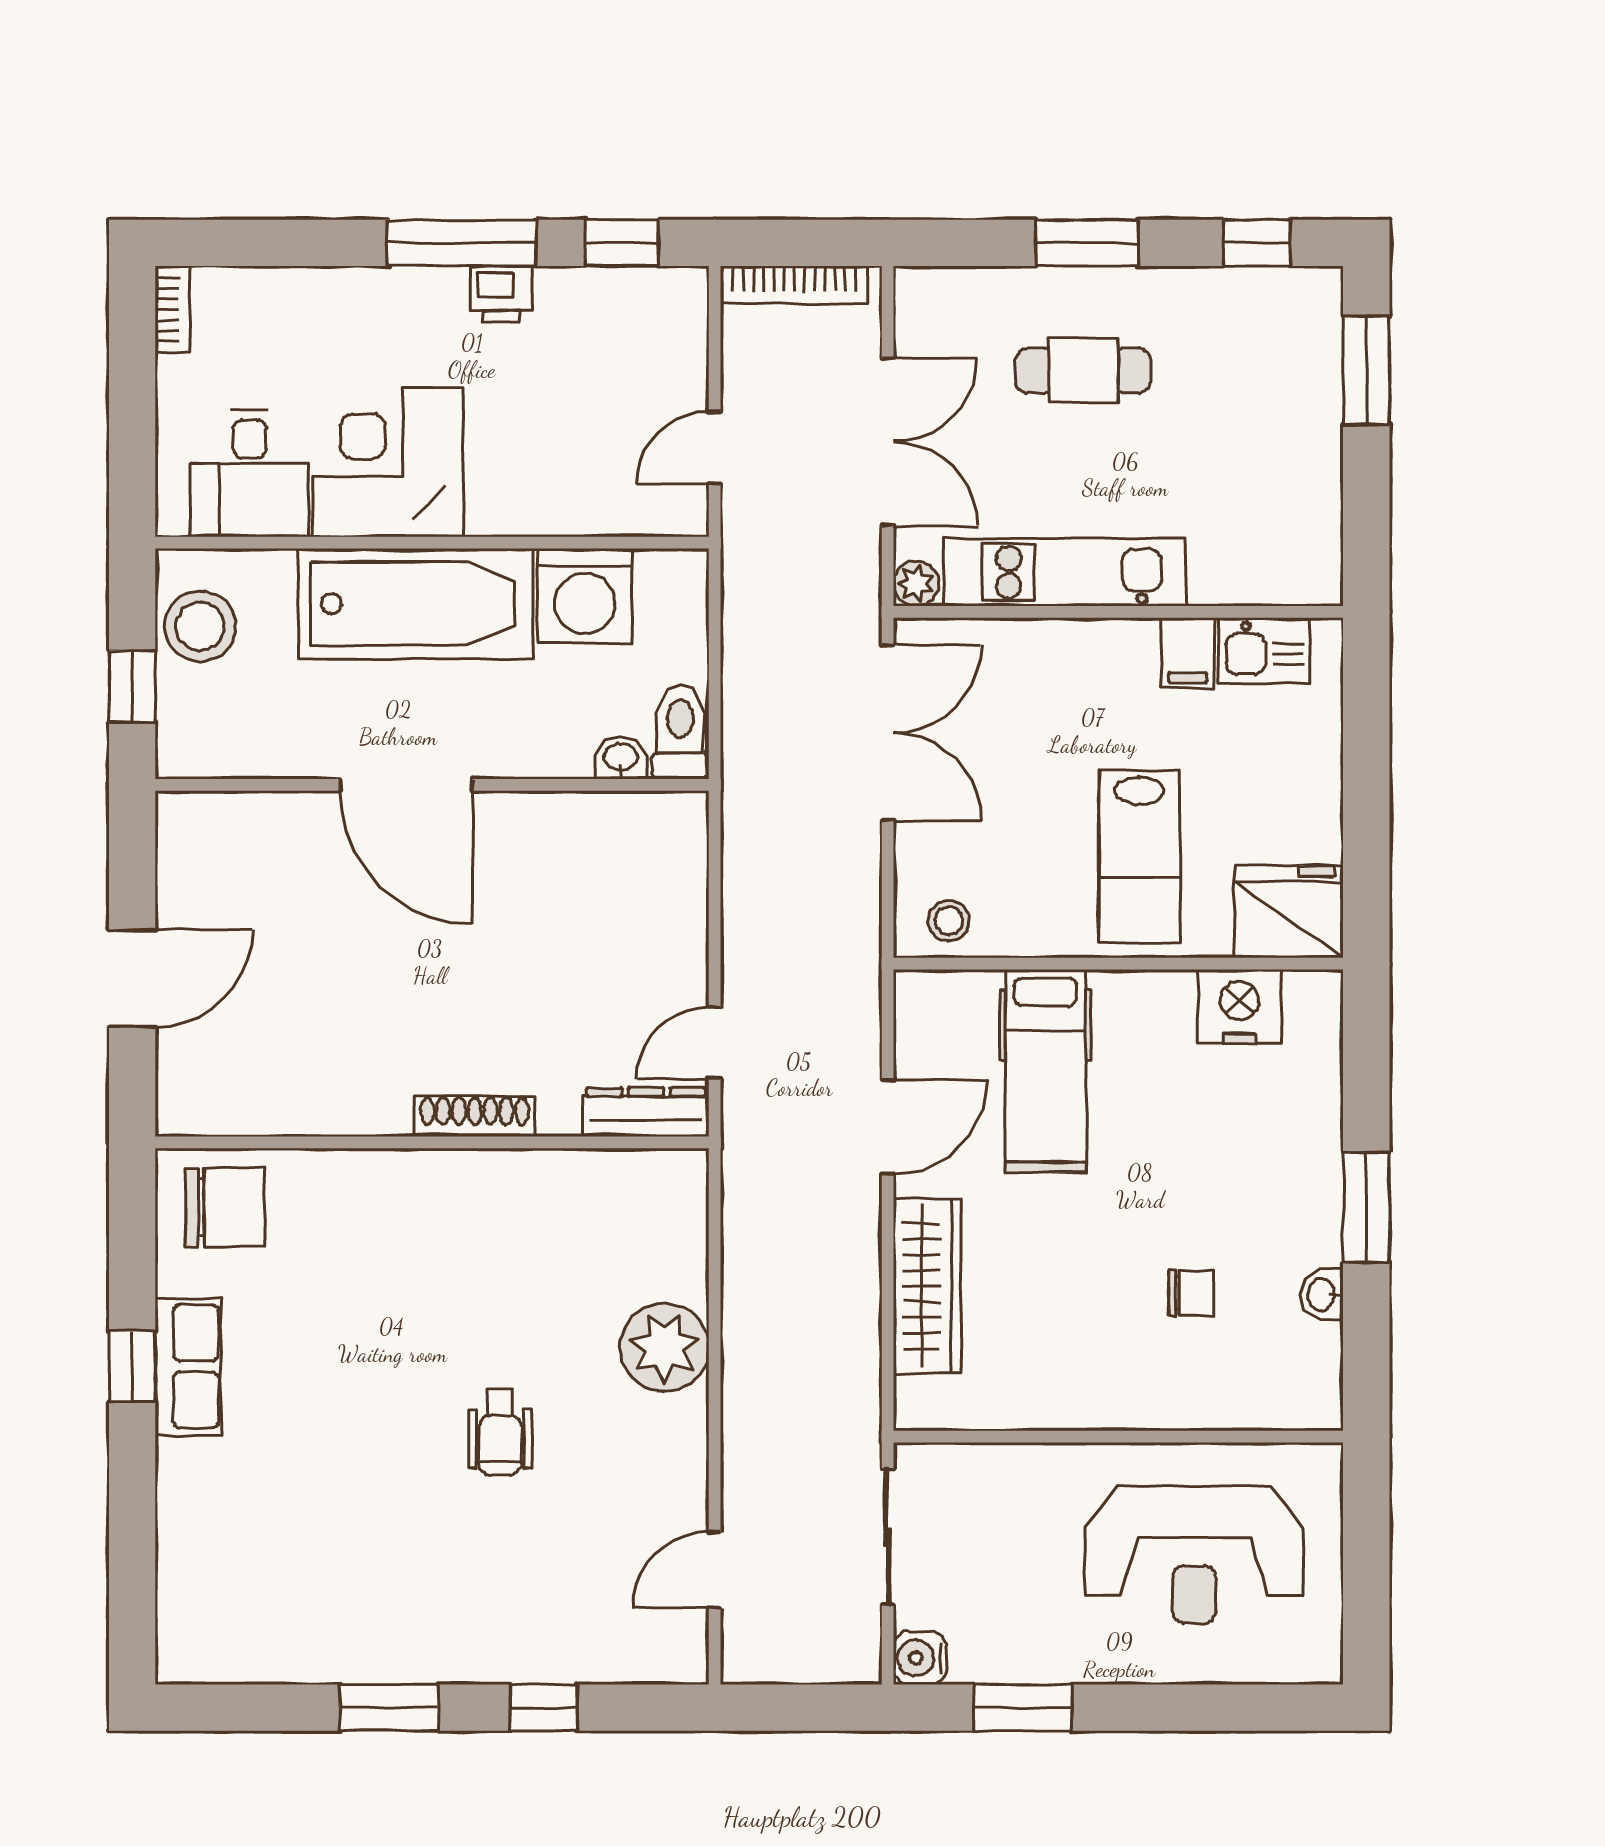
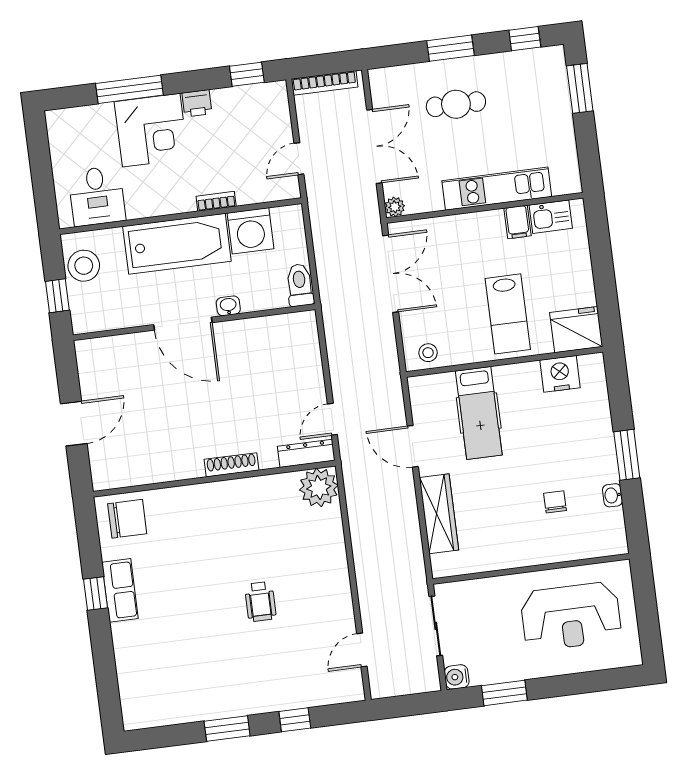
window: (462, 243) -> (129, 89), moved
bookcase: (173, 310) -> (216, 201), moved, turned -90
corner desk: (388, 462) -> (151, 130), moved, turned 180
kitchen unit: (1064, 572) -> (497, 189), moved
washbasin: (621, 758) -> (228, 306), moved
door: (888, 1127) -> (413, 446), swing flipped
chair: (1191, 1293) -> (555, 502), turned -90
plant: (664, 1347) -> (319, 488), moved

